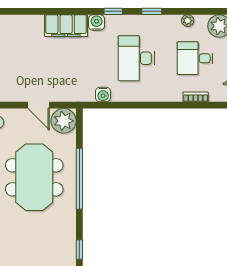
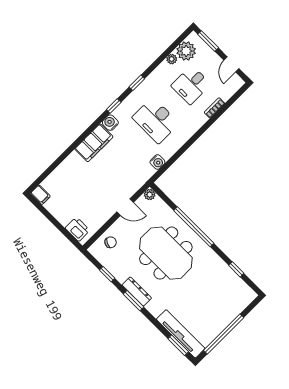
plant: (188, 21) -> (172, 59), moved
plant: (64, 121) -> (150, 195), width x0.53, depth x0.53

